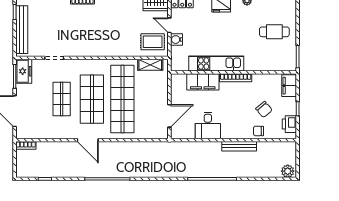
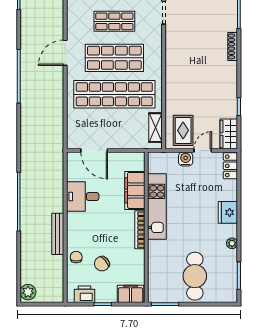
cafe table: (274, 32) -> (195, 276), width x1.37, depth x1.35

